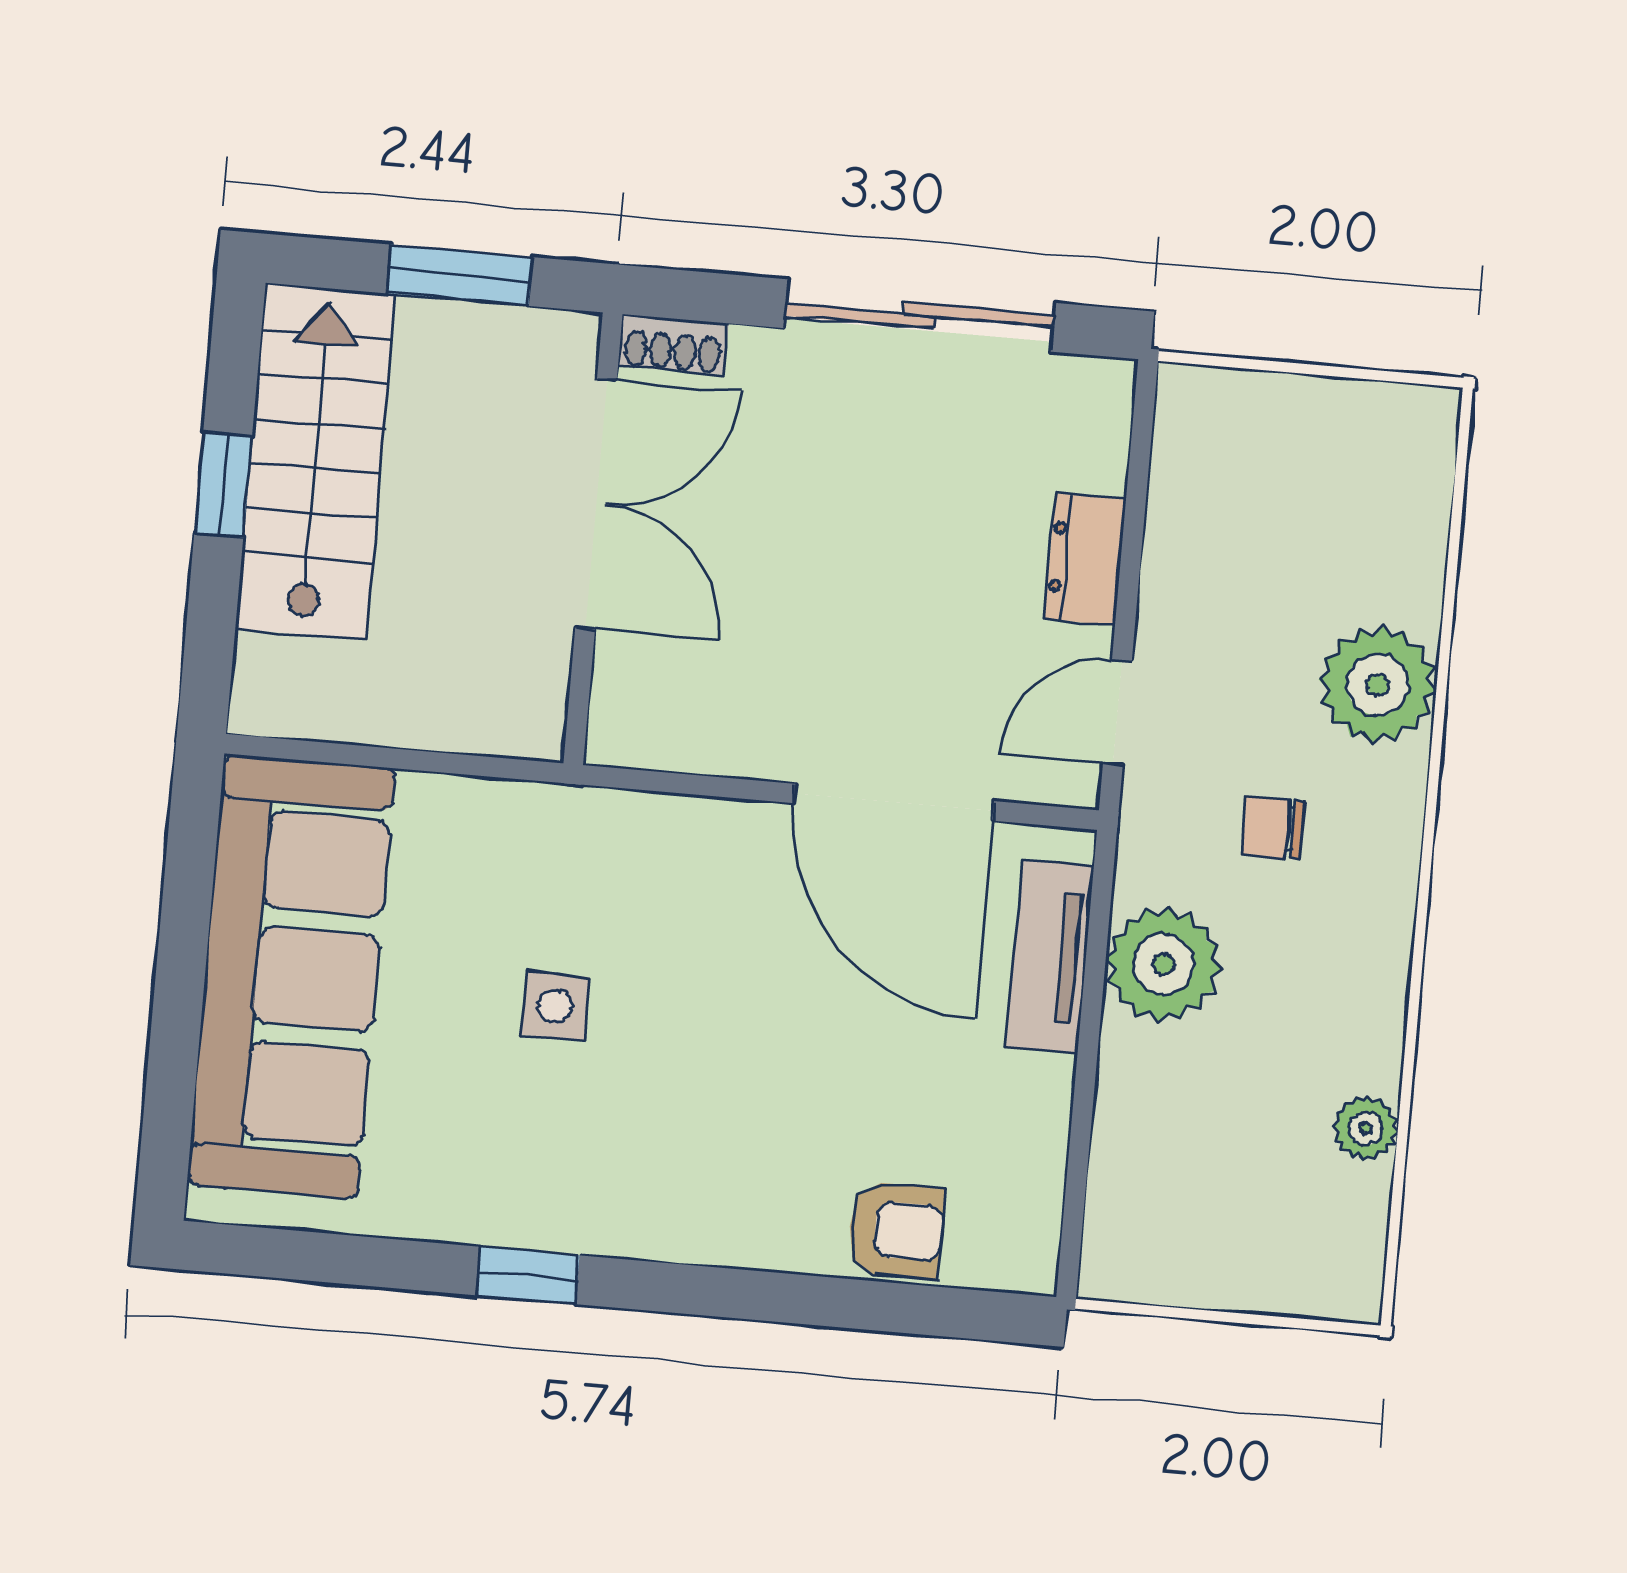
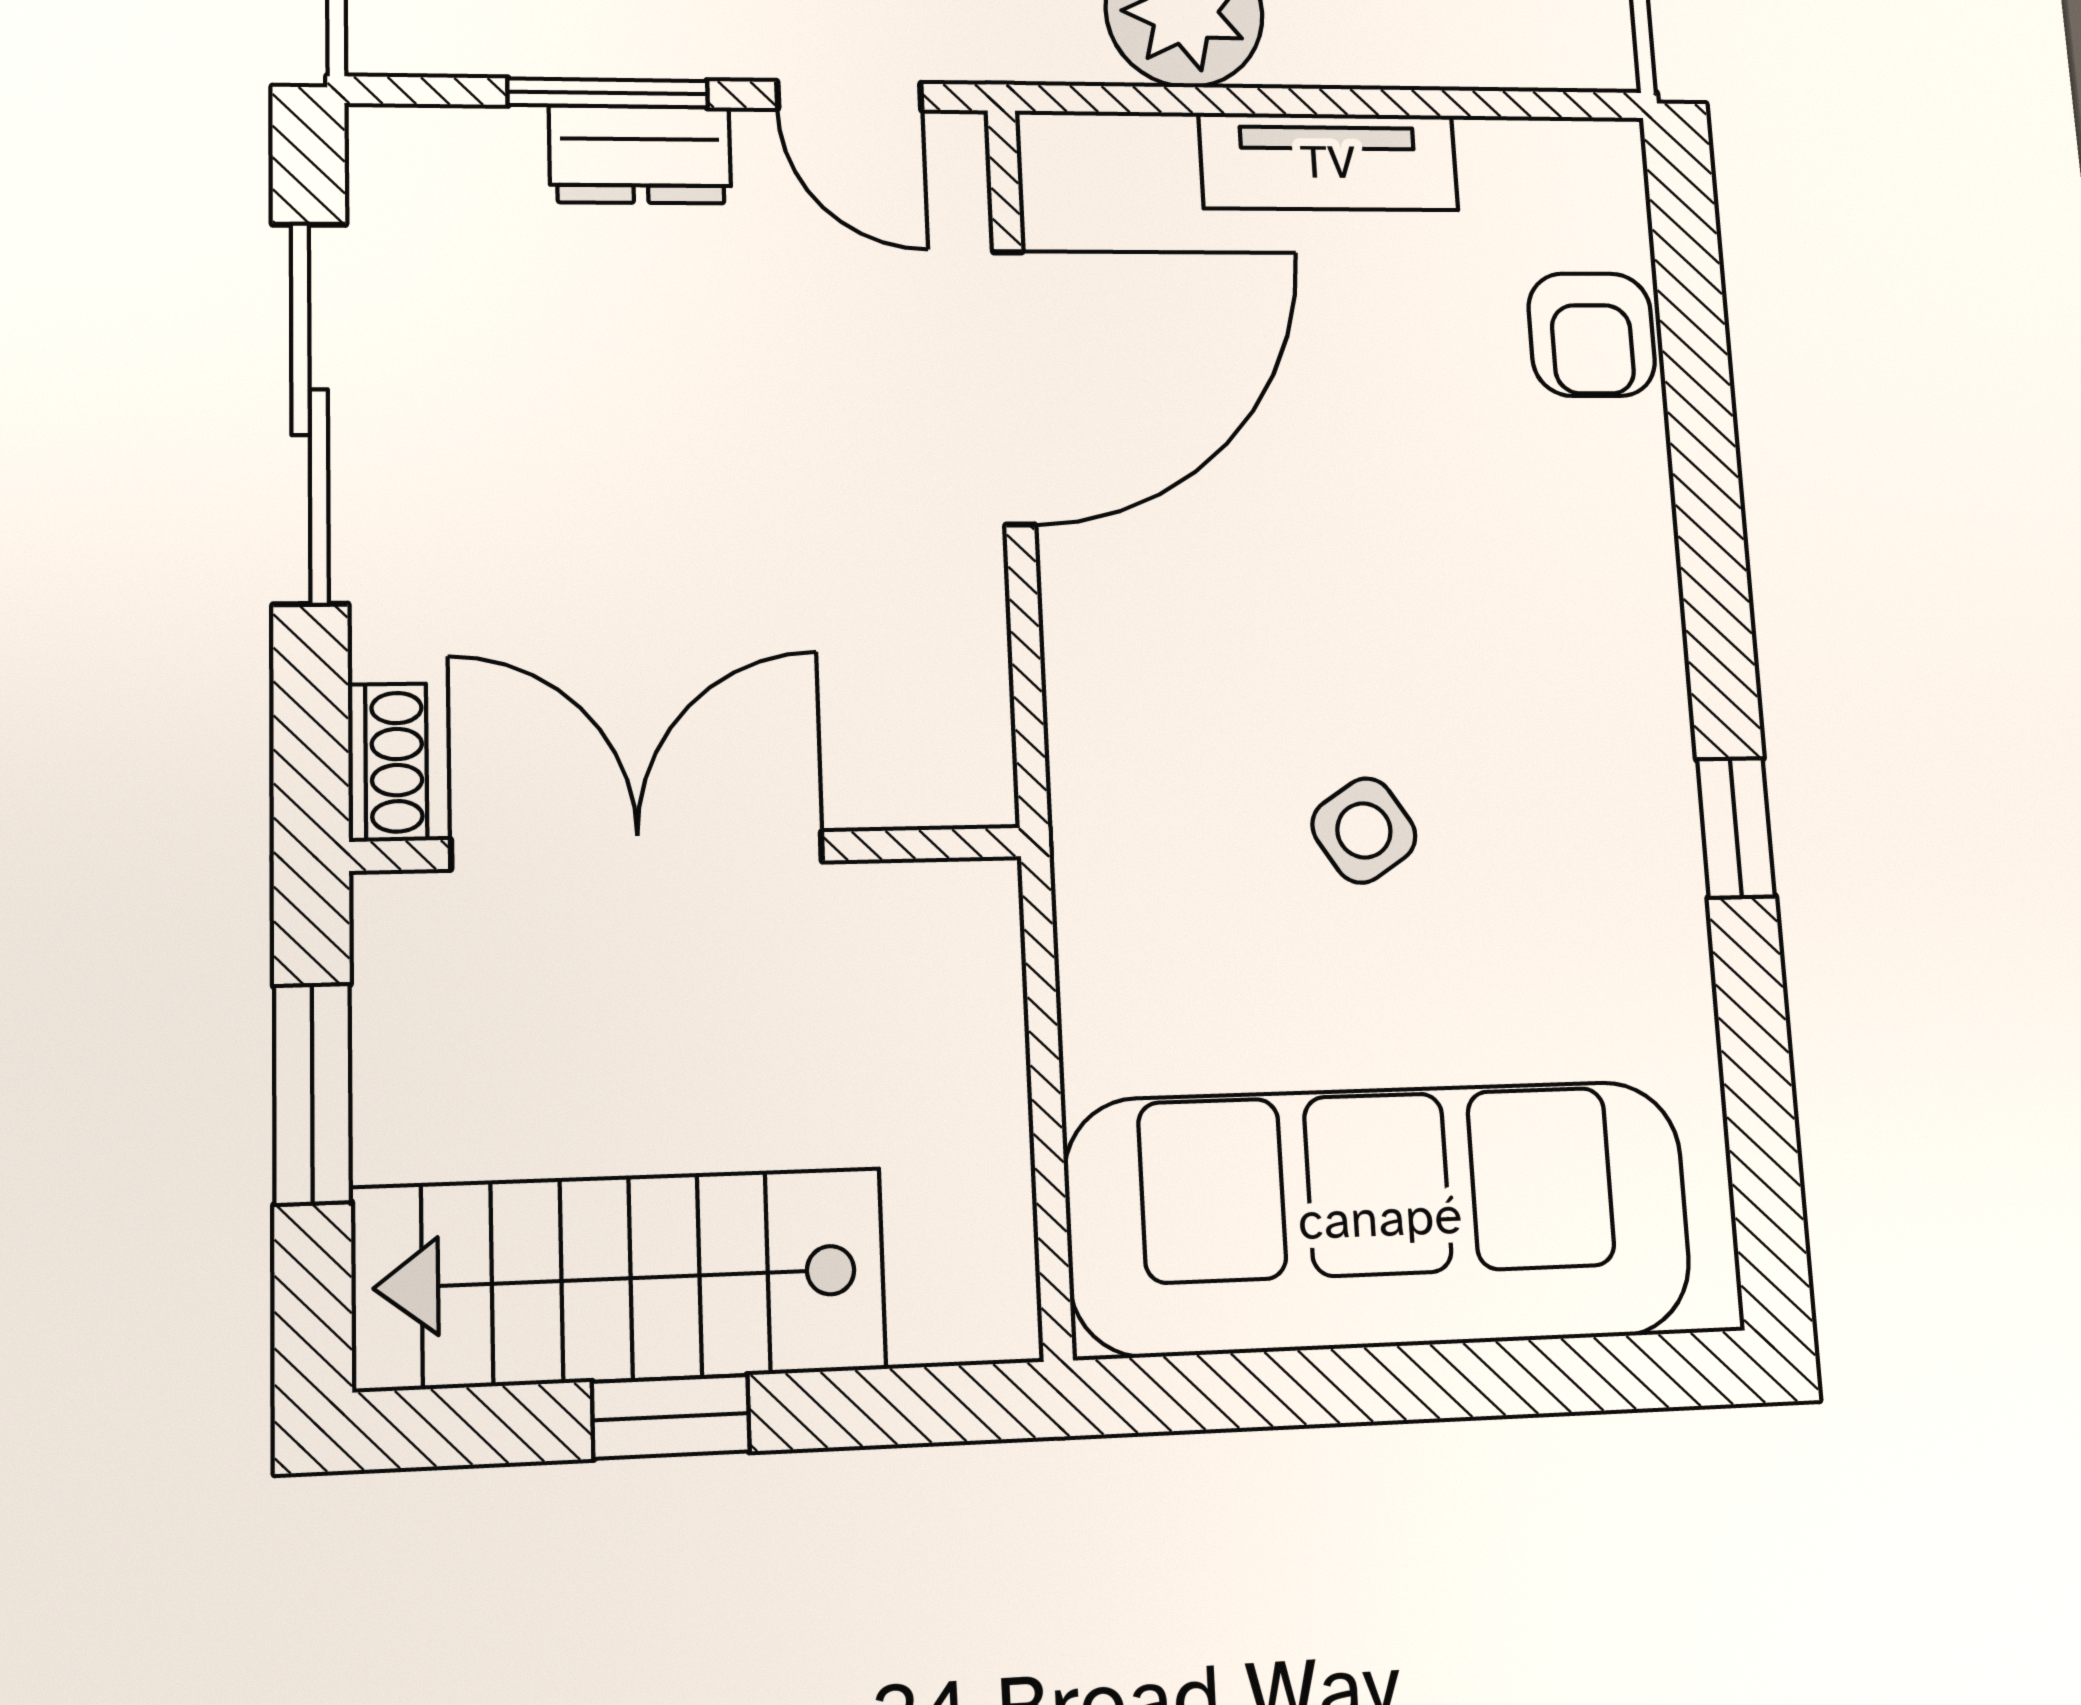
window: (1132, 542) -> (608, 93), added
tv unit: (1050, 956) -> (1328, 162), moved
side table: (555, 1006) -> (1364, 830), turned -33
armchair: (896, 1230) -> (1592, 335), turned 180

